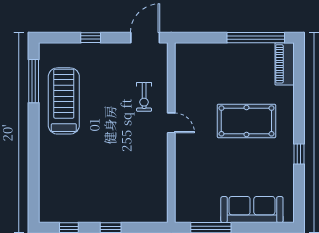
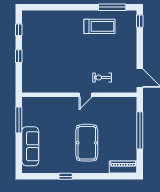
window: (91, 38) -> (140, 21), moved
window: (256, 38) -> (140, 130), moved
treadmill: (64, 101) -> (99, 26), width x0.73, depth x0.73

